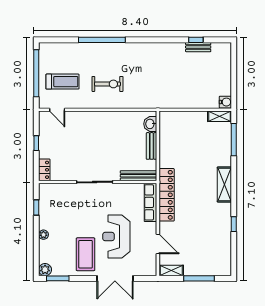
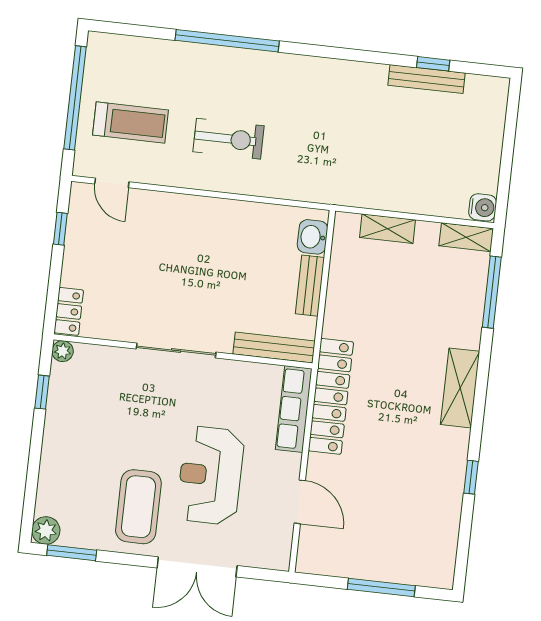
bench: (198, 47) -> (426, 79), width x1.36
window: (36, 143) -> (60, 229), moved
plant: (43, 235) -> (63, 351), moved
shelving: (171, 271) -> (388, 229), moved

